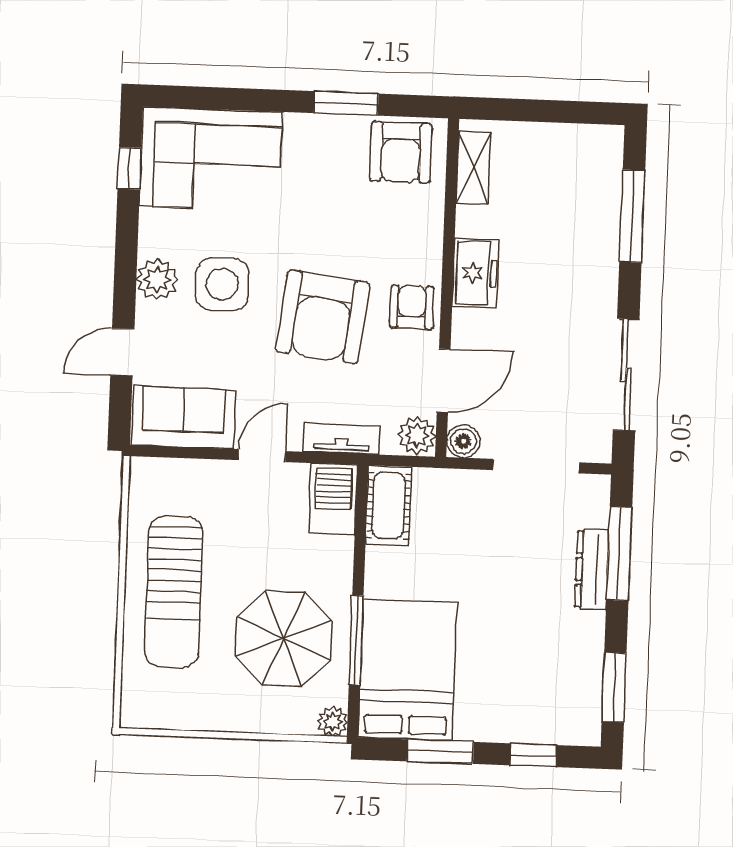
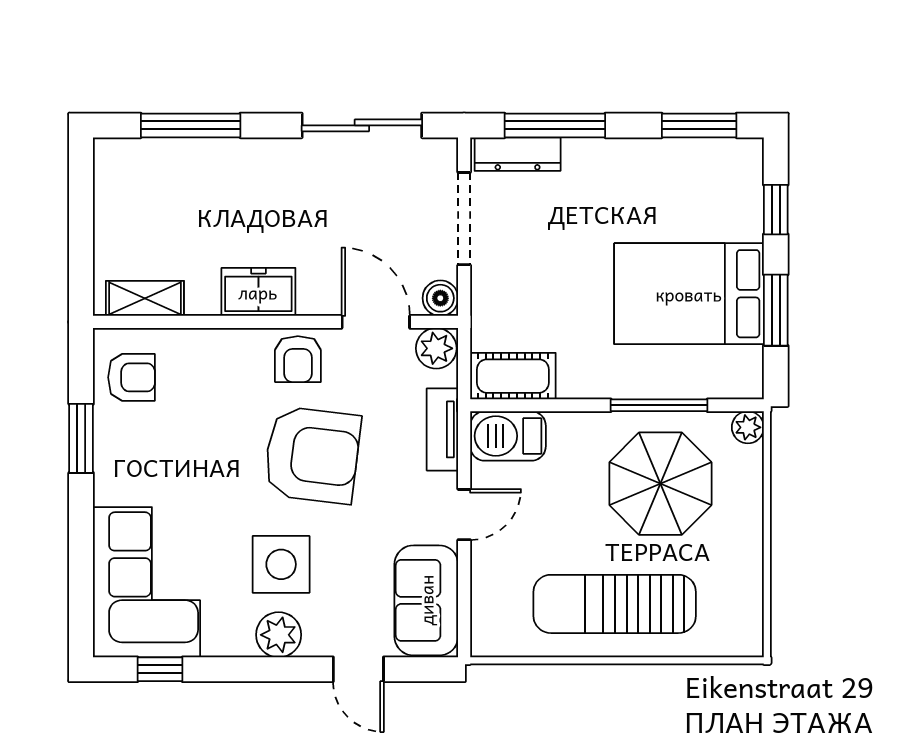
armchair: (401, 152) -> (131, 377), width x0.72, depth x0.72
armchair: (412, 307) -> (298, 359), turned -90
door: (262, 456) -> (464, 515), swing flipped
dresser: (592, 569) -> (518, 154), moved
sun lounger: (174, 592) -> (615, 604), turned 180
bed: (407, 670) -> (689, 294), moved

